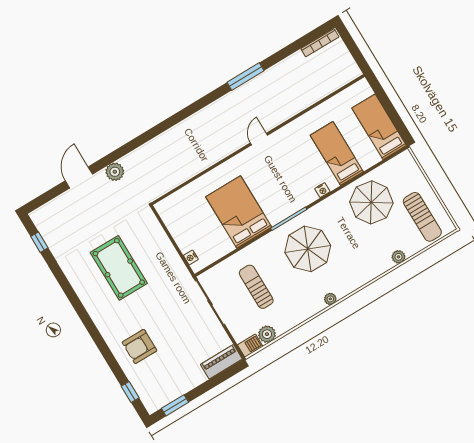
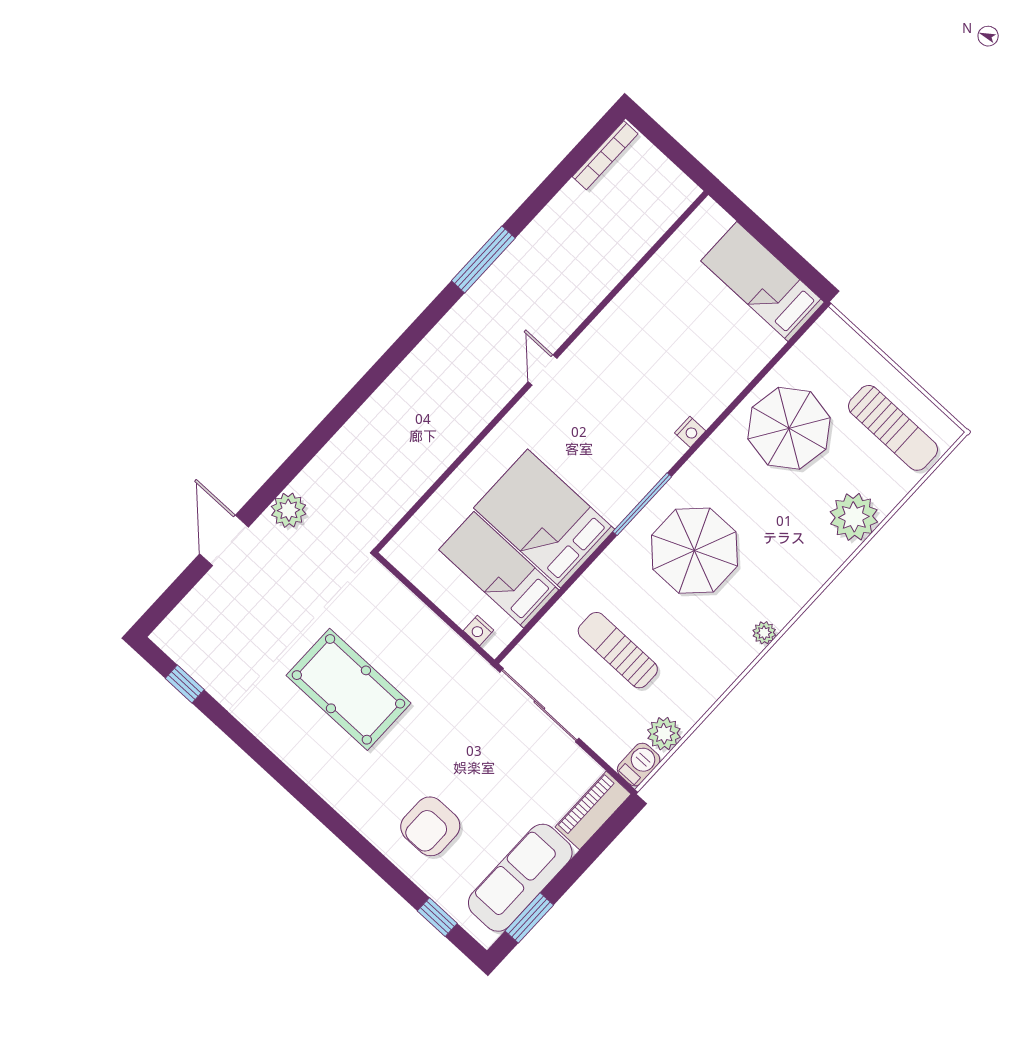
bed: (337, 153) -> (499, 570), moved
plant: (398, 257) -> (854, 517), width x1.88, depth x1.88
sofa: (176, 384) -> (520, 878), added

